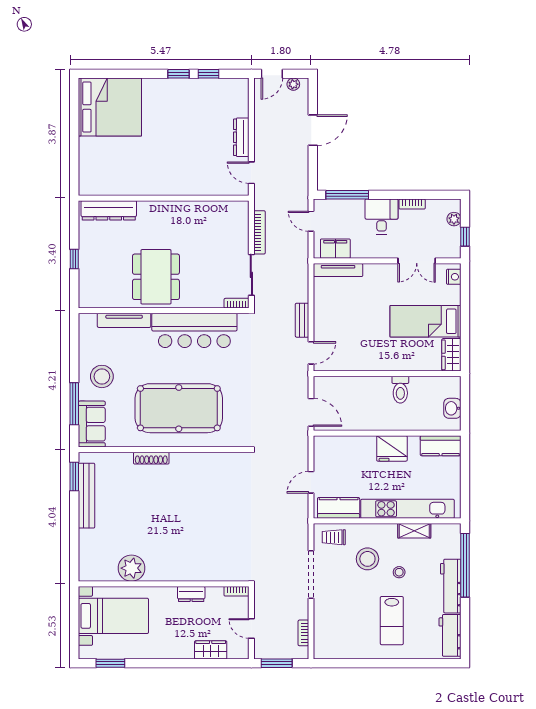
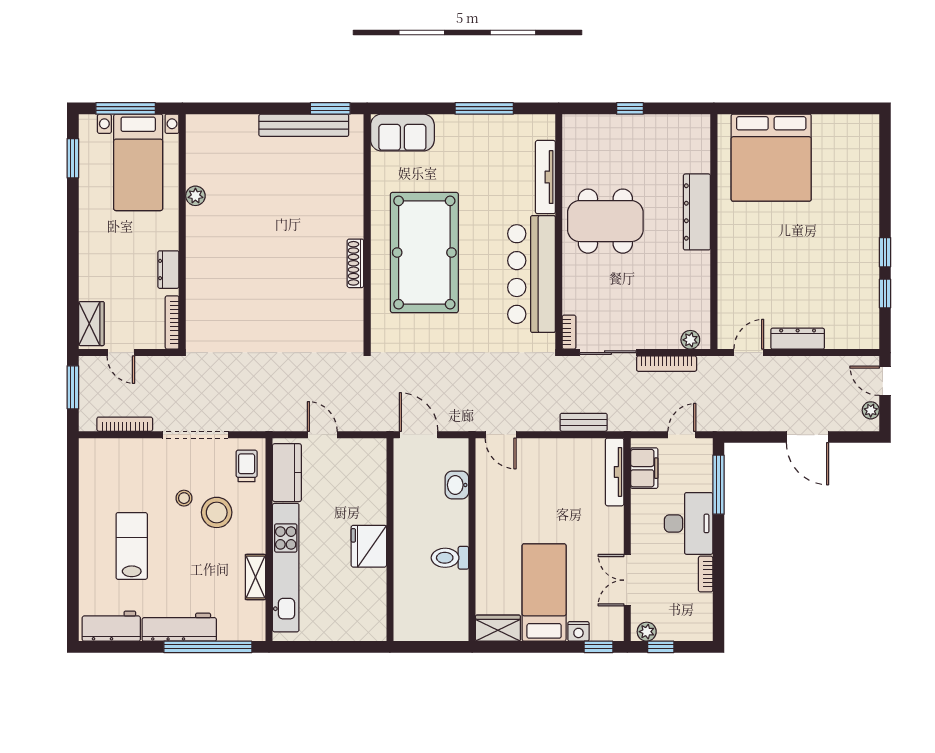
bed: (110, 107) -> (771, 158), moved
dresser: (109, 210) -> (697, 212), moved
plant: (242, 215) -> (690, 340), added
desk: (382, 216) -> (689, 523), width x1.37
plant: (454, 219) -> (647, 632), moved
nightstand: (454, 277) -> (578, 631), moved
window: (465, 282) -> (598, 647), added
bench: (302, 320) -> (584, 422), moved
stool: (102, 376) -> (468, 147), removed
window: (74, 404) -> (484, 108), moved
washbasin: (452, 408) -> (457, 485), moved, turned -90
door: (311, 412) -> (419, 435), swing flipped
kitchen counter: (441, 446) -> (373, 613), removed
shoe rack: (151, 458) -> (355, 263), moved
plant: (131, 568) -> (195, 196), width x0.53, depth x0.53
stool: (399, 572) -> (184, 498), moved
bookcase: (237, 591) -> (172, 322), width x1.56
lab bench: (392, 621) -> (132, 546), turned 90
window: (74, 625) -> (126, 108), added
door: (251, 628) -> (121, 353), swing flipped
bookcase: (303, 633) -> (125, 424), width x1.56
wardrobe: (211, 650) -> (91, 324), moved

